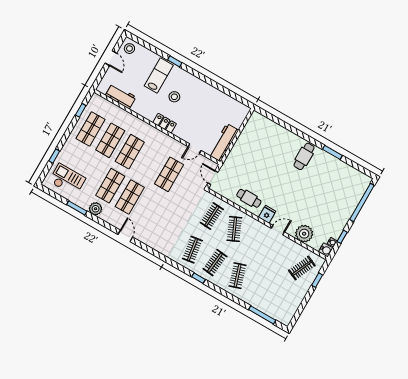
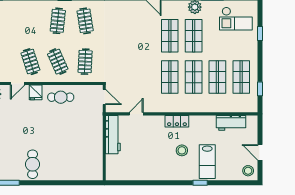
shop shelf: (169, 174) -> (170, 77), moved
clothes rail: (238, 276) -> (30, 62), moved

